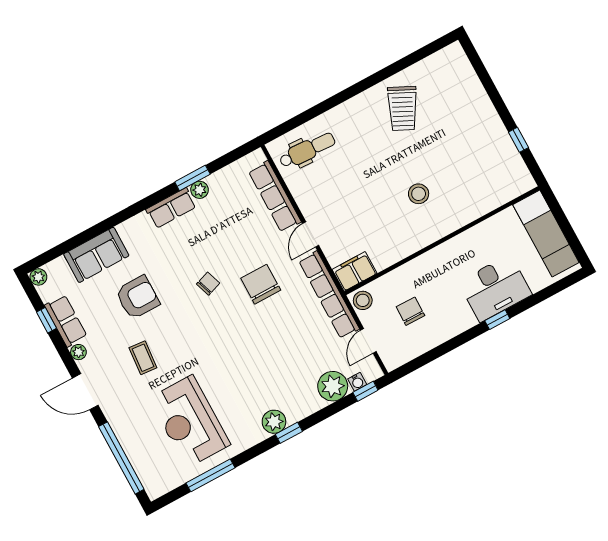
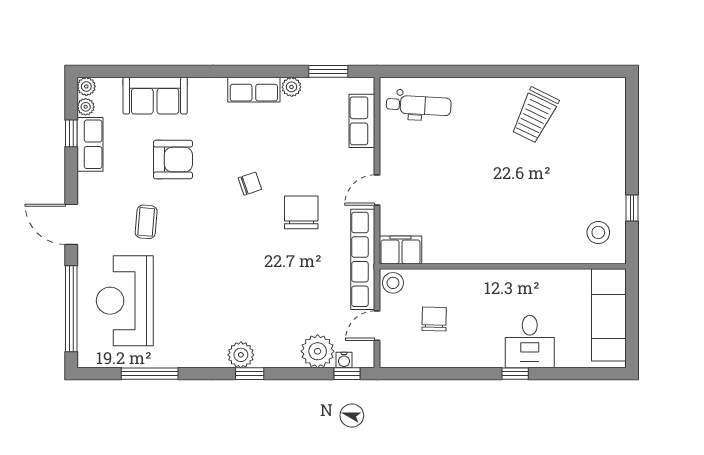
window: (192, 178) -> (328, 71), moved
stool: (419, 194) -> (598, 232), moved
row of seats: (275, 196) -> (362, 121), width x0.68
desk: (495, 288) -> (530, 342), width x0.73
plant: (78, 352) -> (86, 107), moved
reception desk: (190, 421) -> (125, 301), moved

